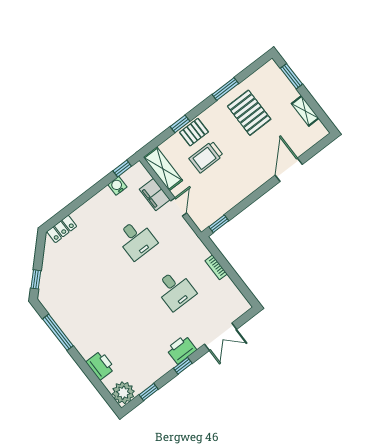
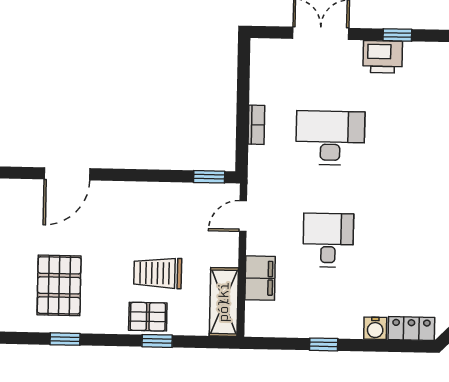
window: (225, 89) -> (65, 339), width x0.67
trolley: (206, 157) -> (158, 273), turned 180
window: (122, 169) -> (324, 344), moved
water cooler: (117, 186) -> (375, 328), moved
door: (179, 207) -> (243, 216), moved
desk: (175, 290) -> (330, 138), width x1.37

